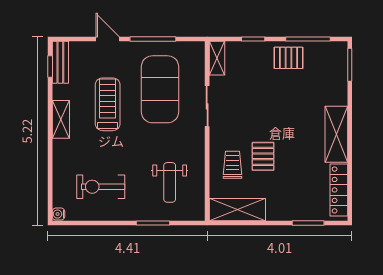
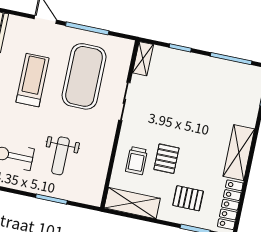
pallet: (288, 58) -> (188, 198), moved
trolley: (232, 165) -> (136, 161), turned 180
weight bench: (170, 182) -> (60, 156), moved

